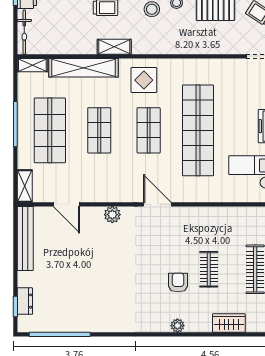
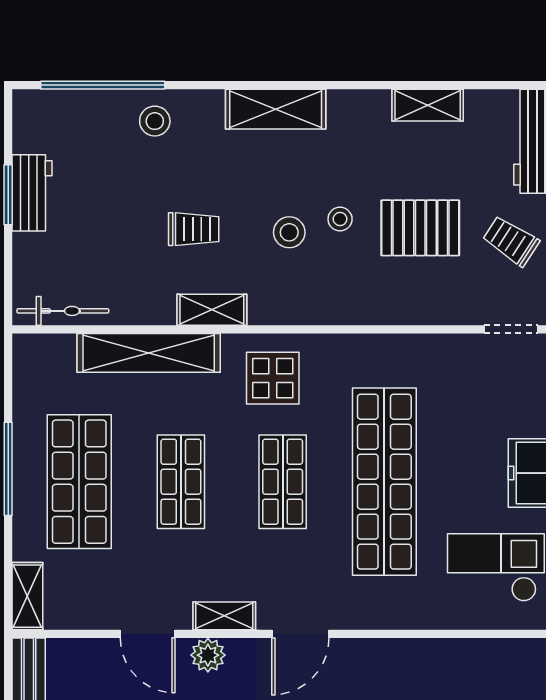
bicycle: (24, 32) -> (63, 311), moved, turned -90
shelving: (32, 65) -> (224, 616), moved
door: (66, 204) -> (148, 634), moved
door: (157, 204) -> (300, 634), swing flipped

